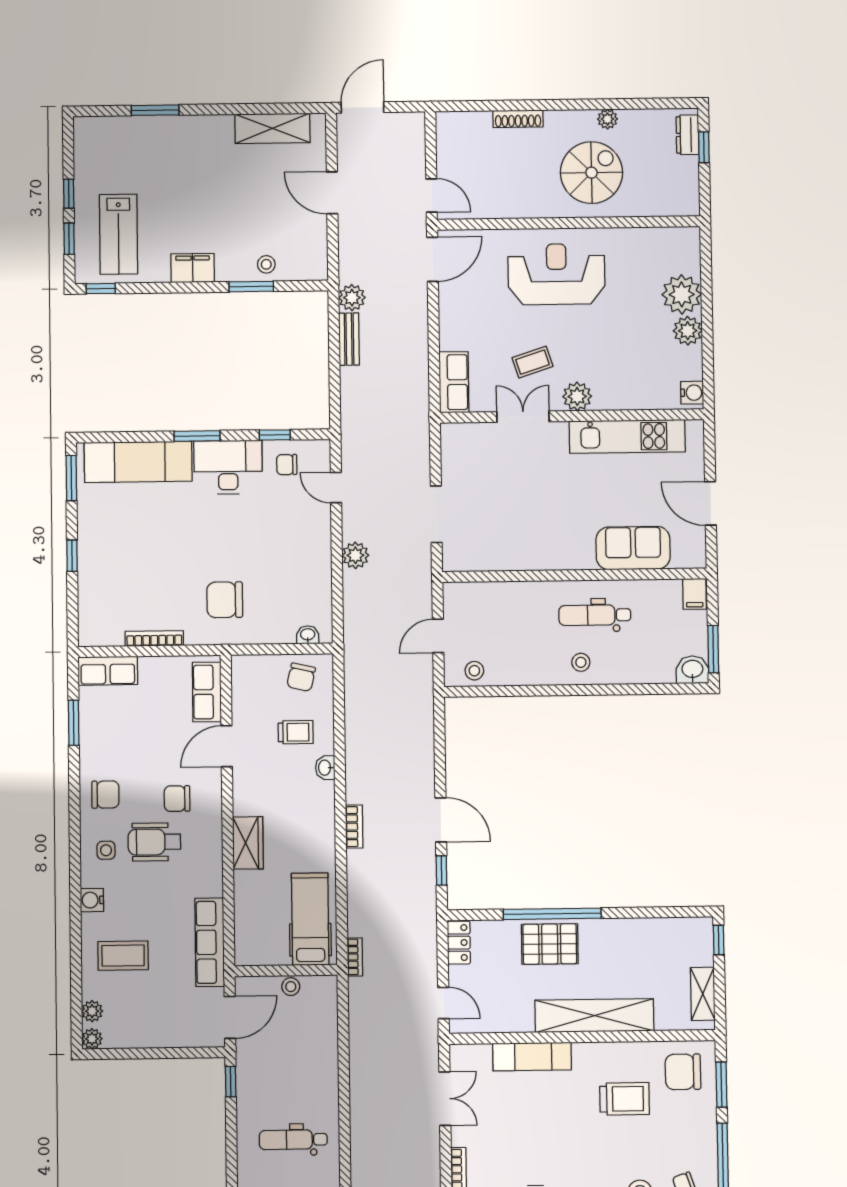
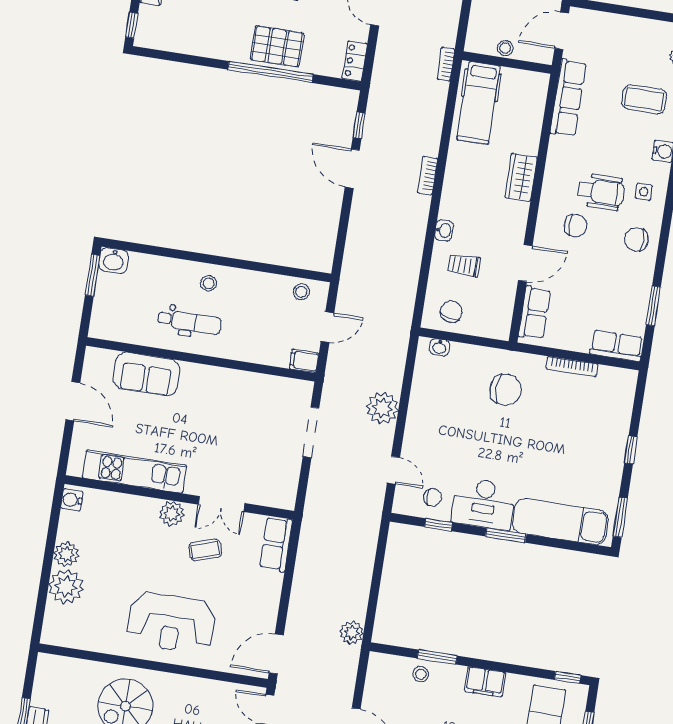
bench: (349, 339) -> (360, 597), removed
plant: (355, 555) -> (382, 408), width x1.36, depth x1.36
filing cabinet: (695, 594) -> (304, 361), moved, turned -90

